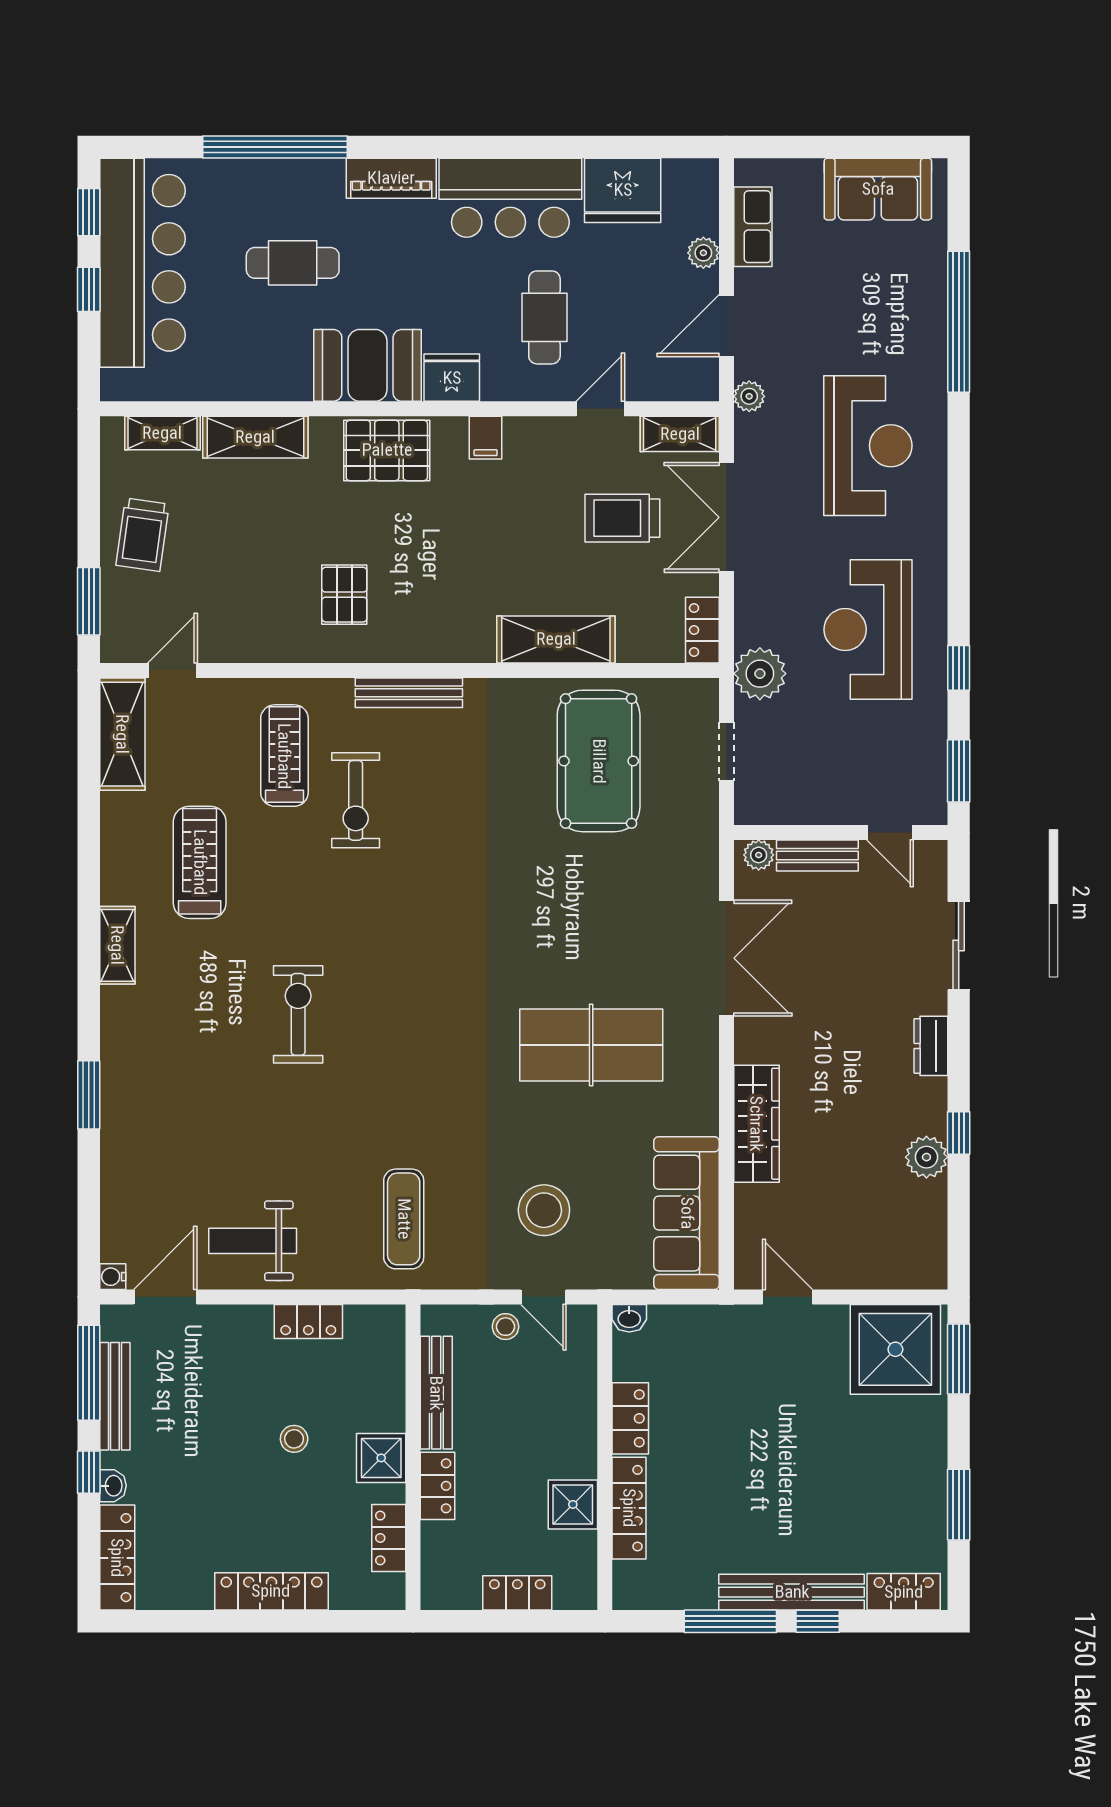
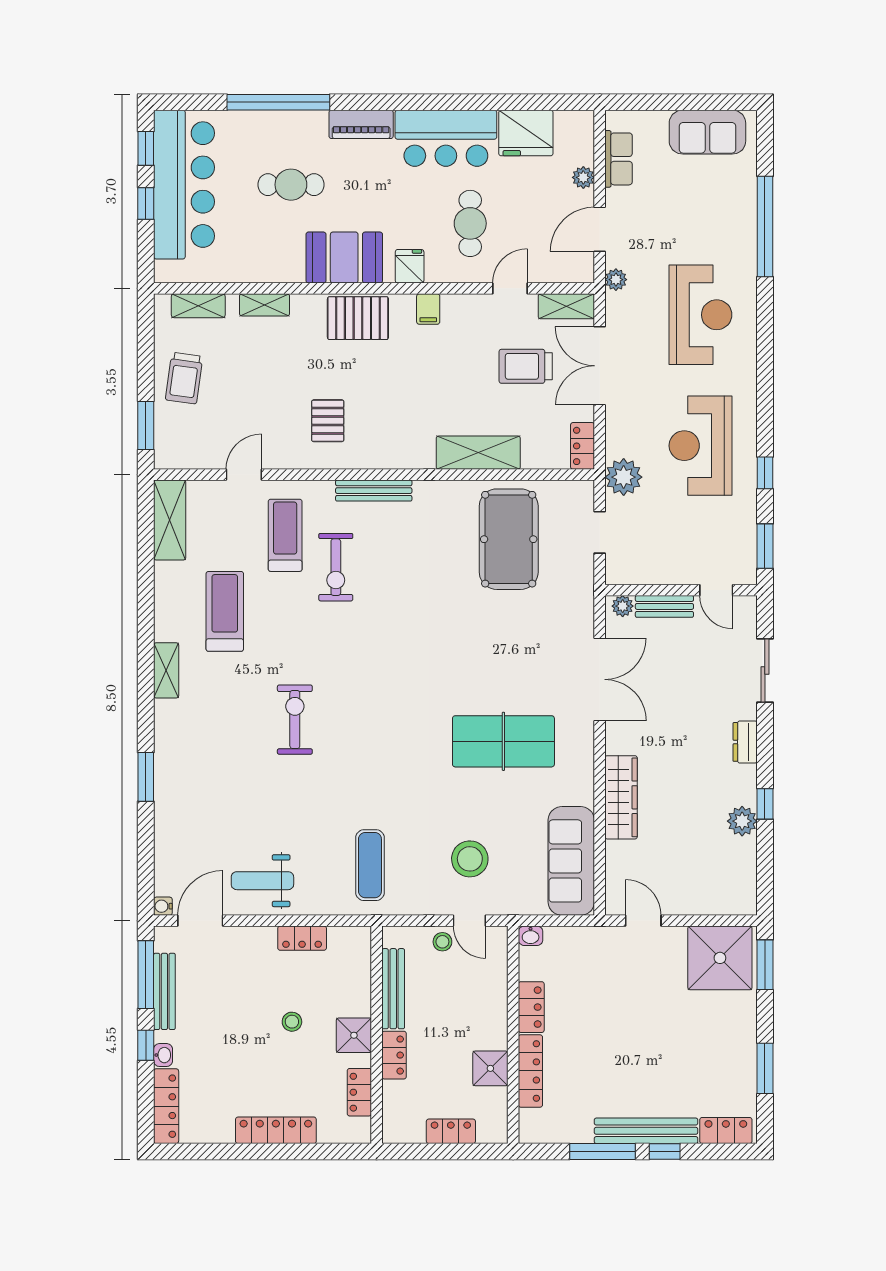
fridge: (452, 378) -> (410, 266), width x0.72
shelving: (255, 437) -> (264, 305), width x0.67, depth x0.75
door: (173, 670) -> (244, 475), moved

